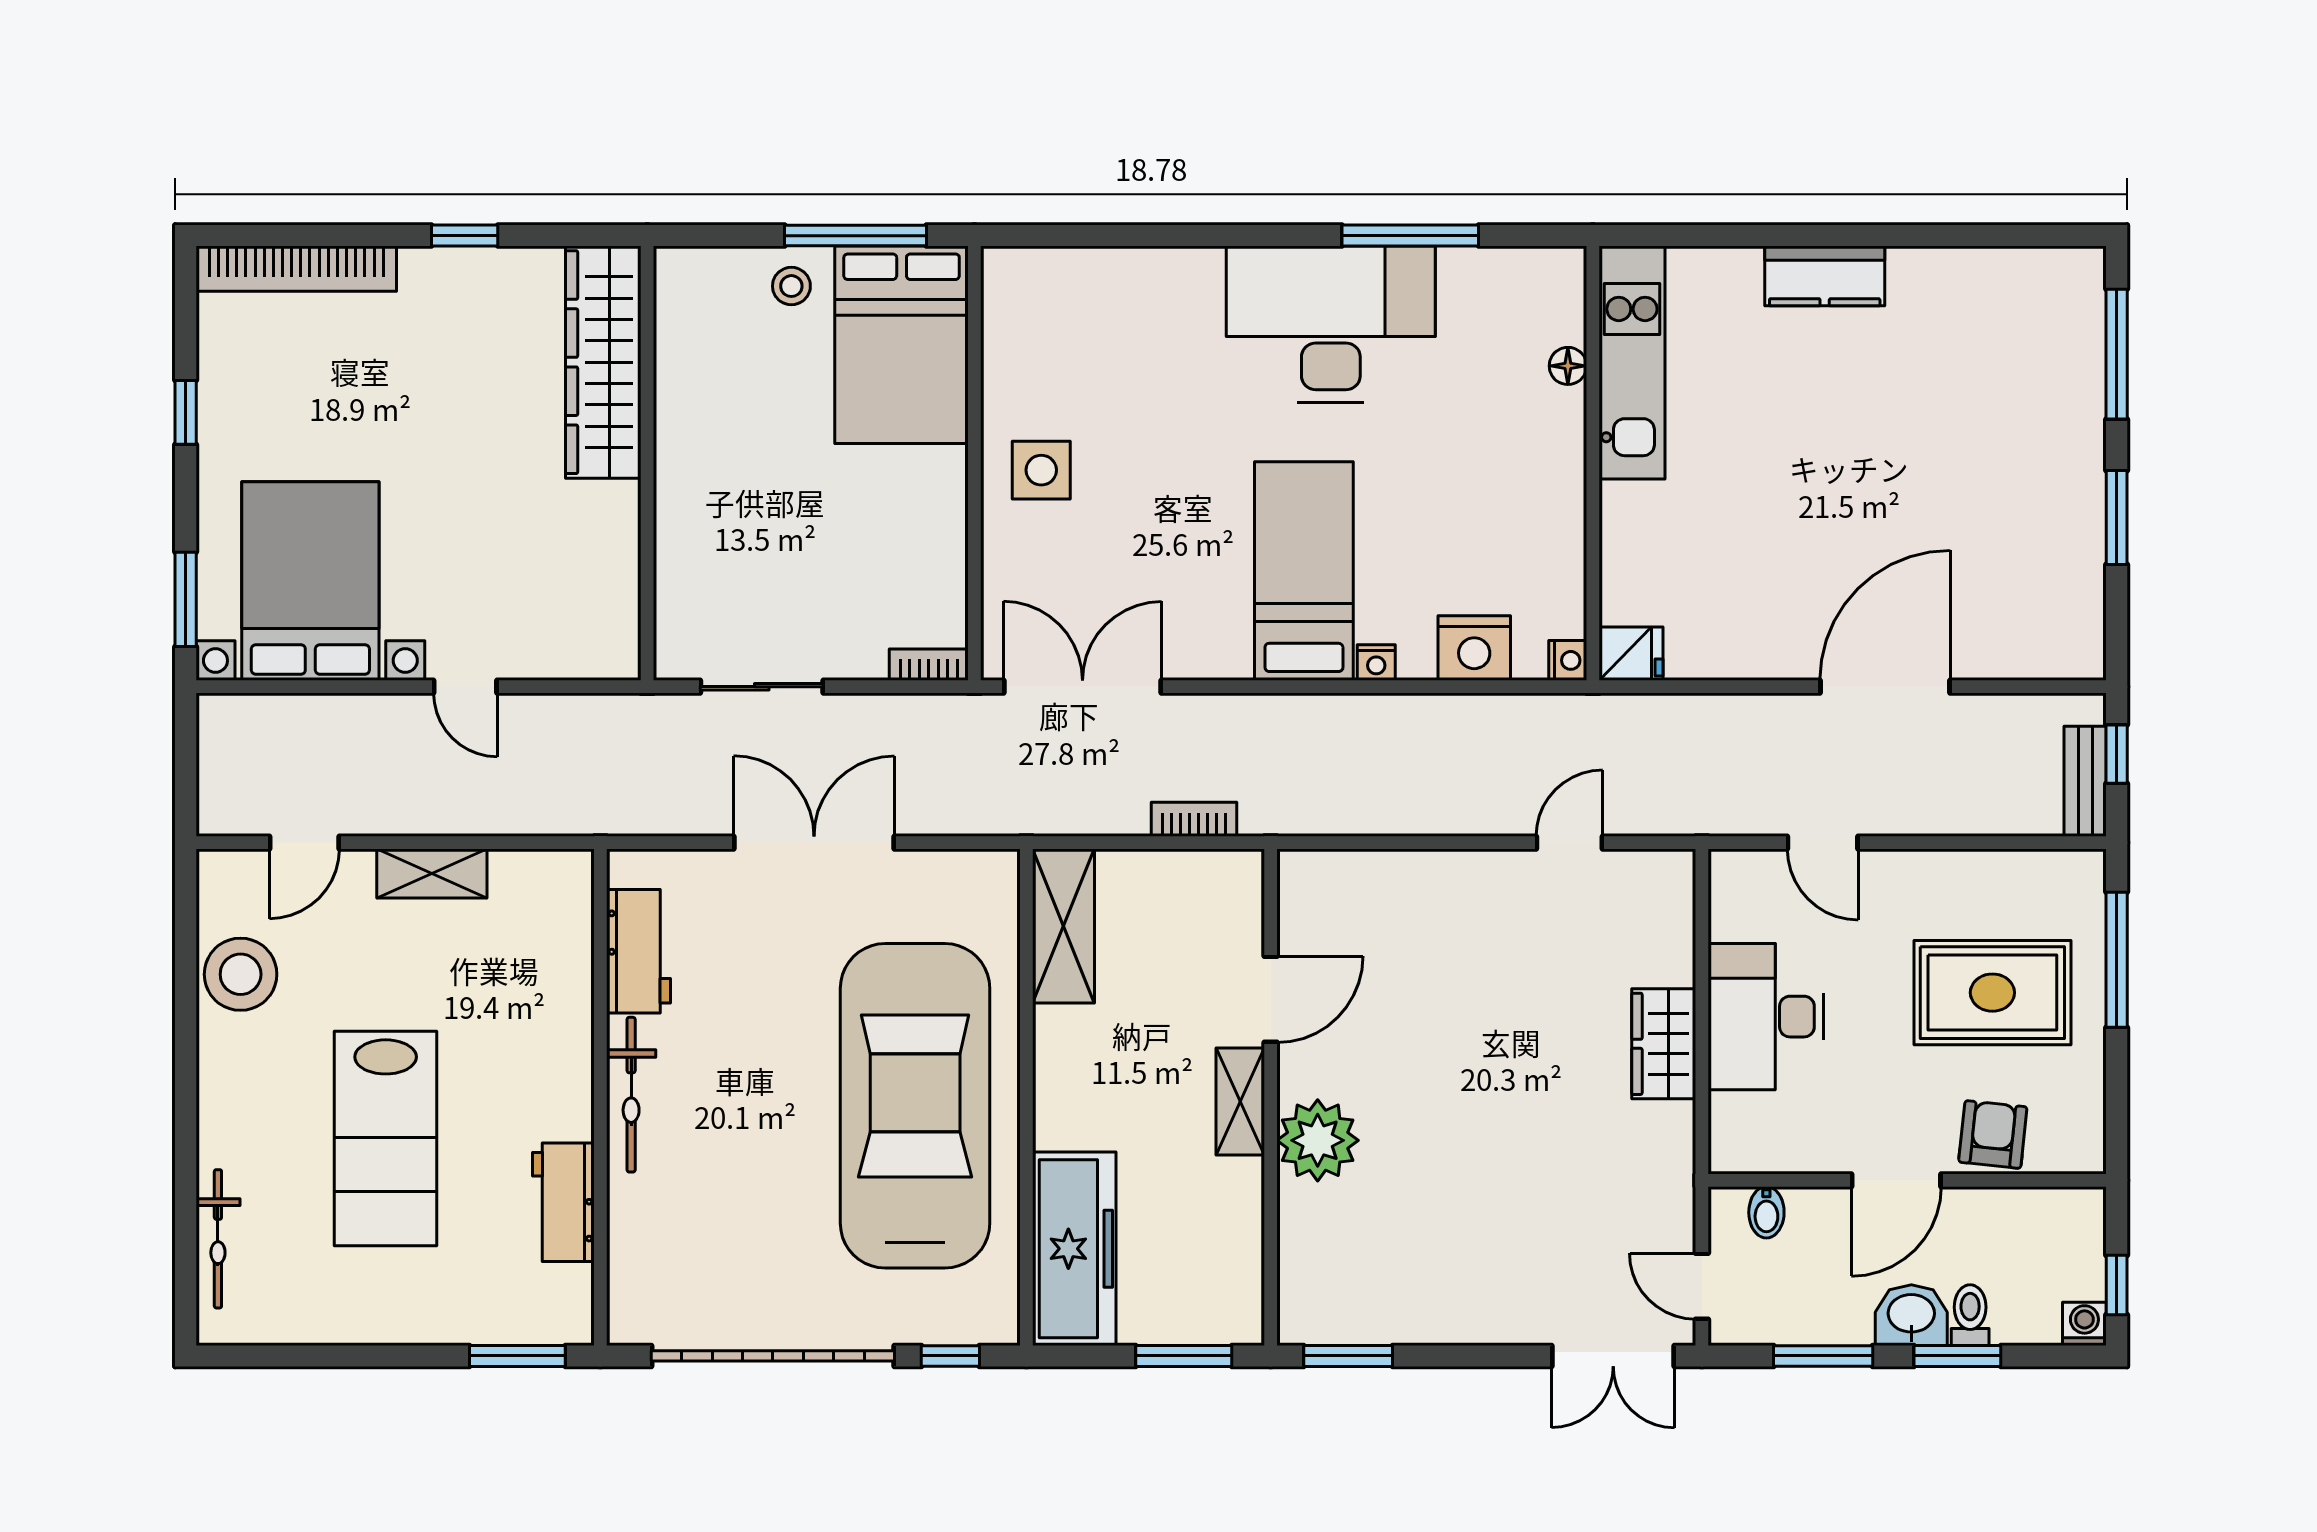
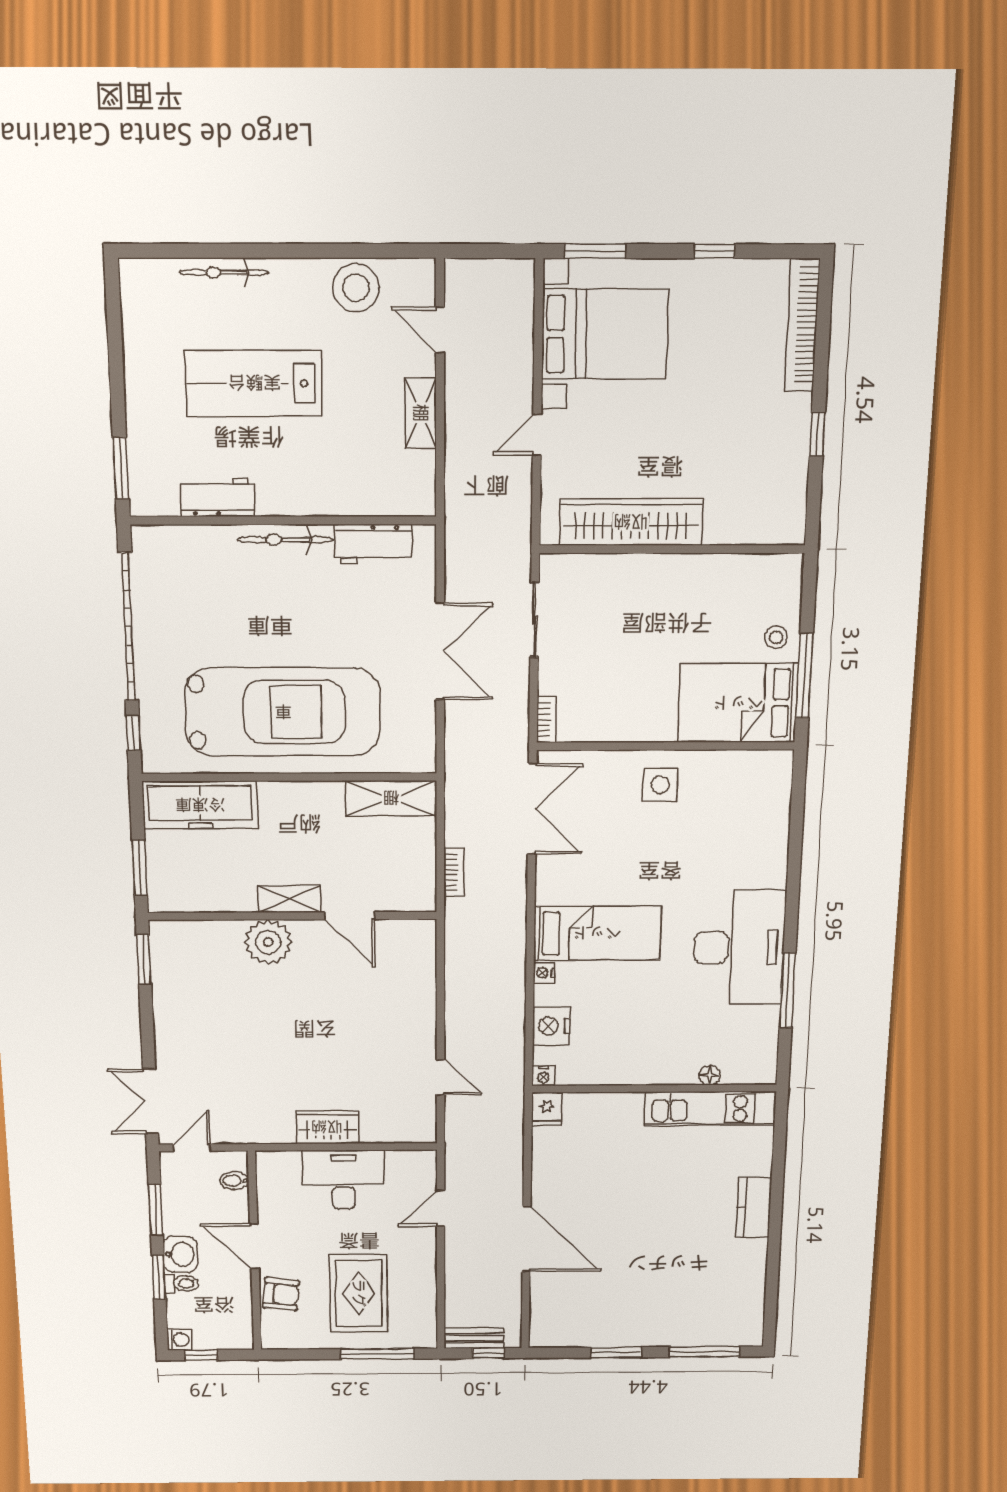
wardrobe: (603, 362) -> (631, 522), moved
bicycle: (218, 1239) -> (224, 273), moved

